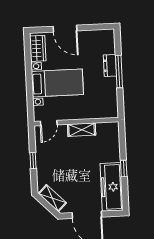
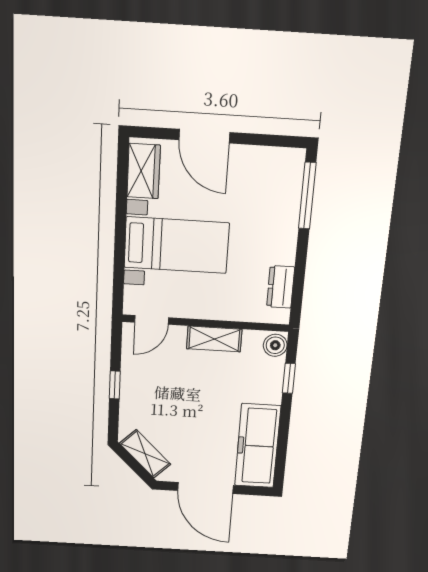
dresser: (110, 66) -> (281, 287), moved
window: (119, 71) -> (307, 196), moved
boiler: (113, 130) -> (275, 345), added
window: (124, 168) -> (289, 378), moved

